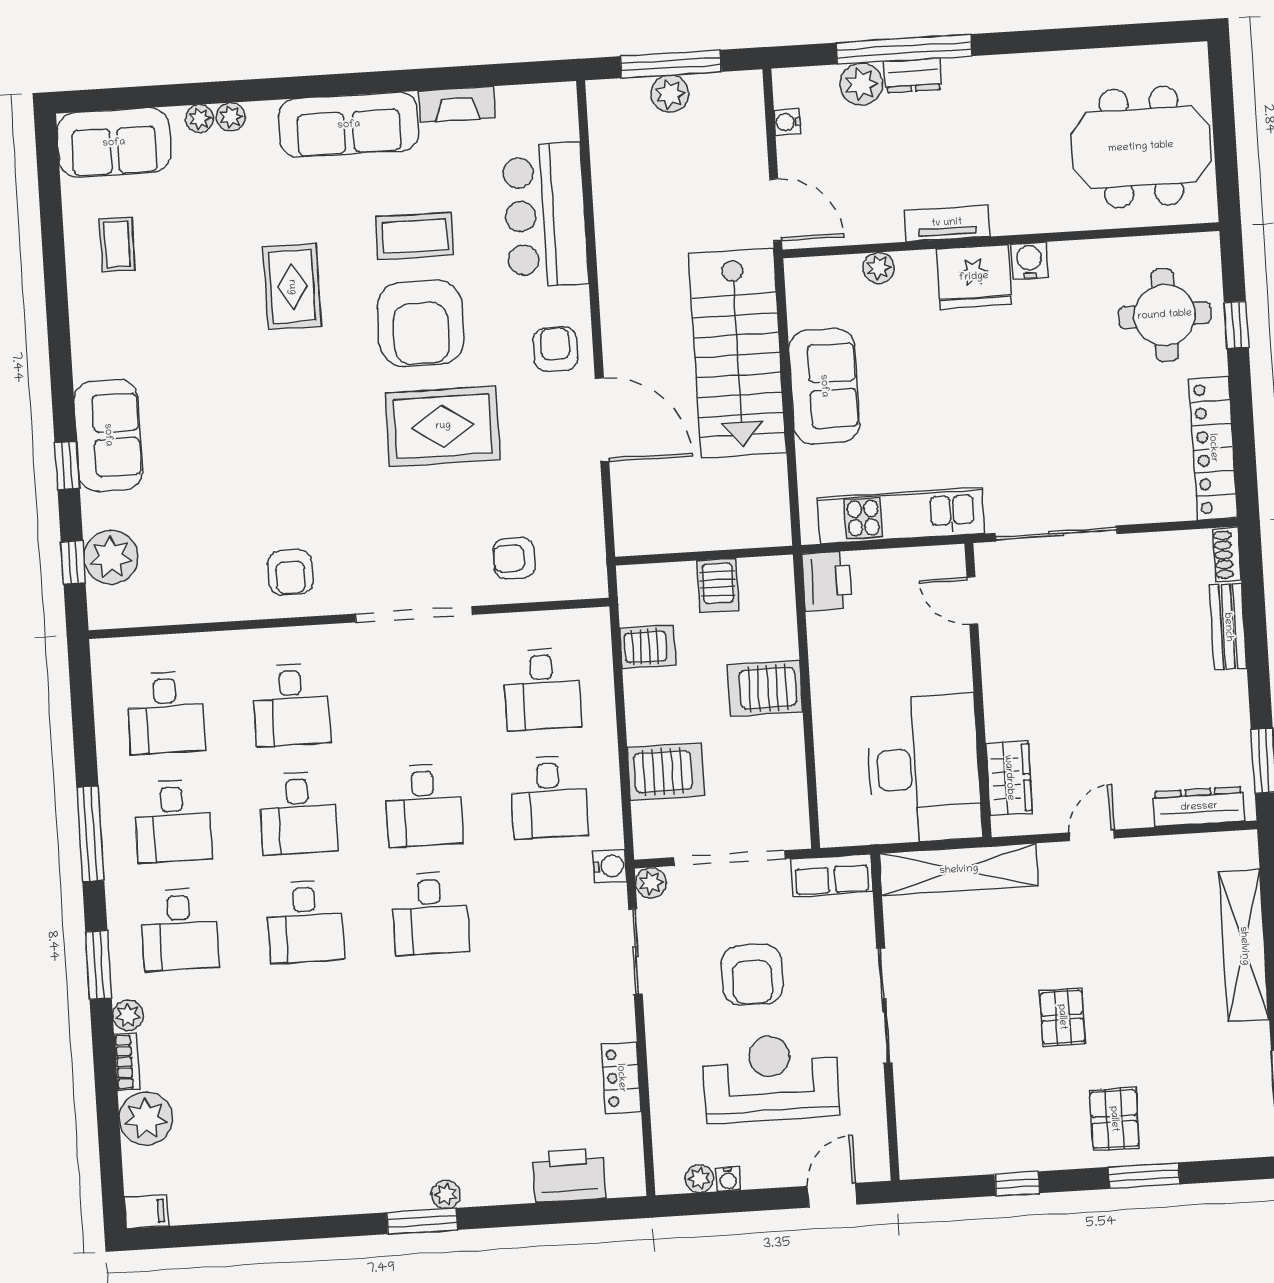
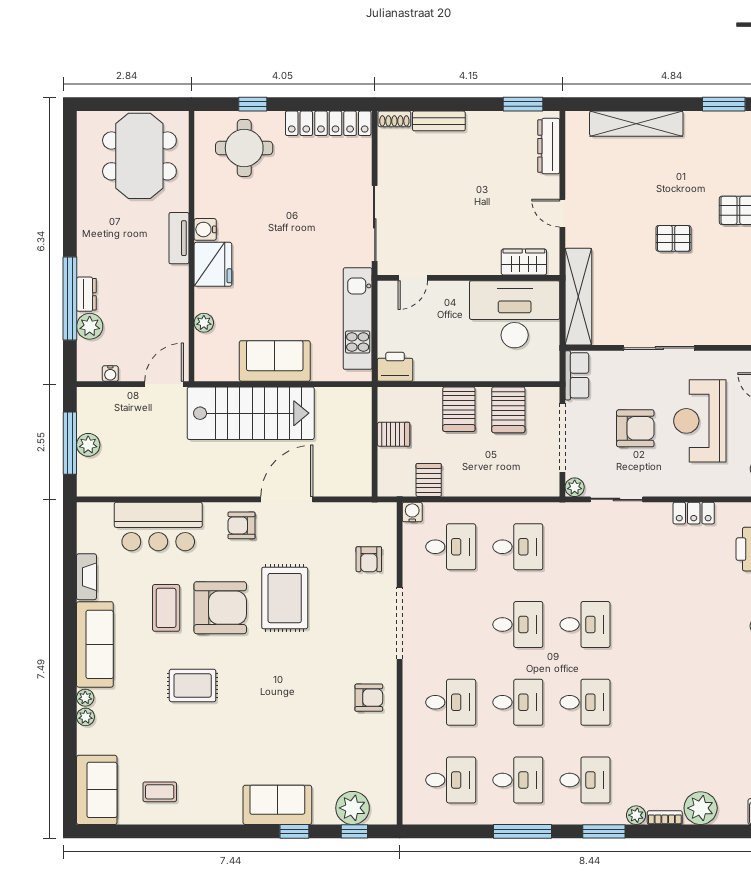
plant: (200, 119) -> (85, 698), moved
tv unit: (947, 223) -> (179, 238), moved
server rack: (666, 771) -> (508, 410), moved, turned 180
water cooler: (610, 866) -> (412, 512), moved

